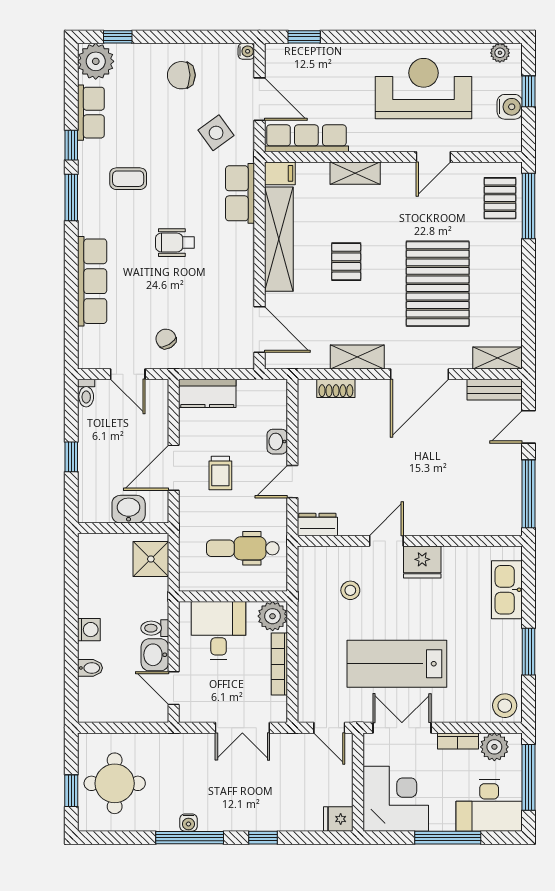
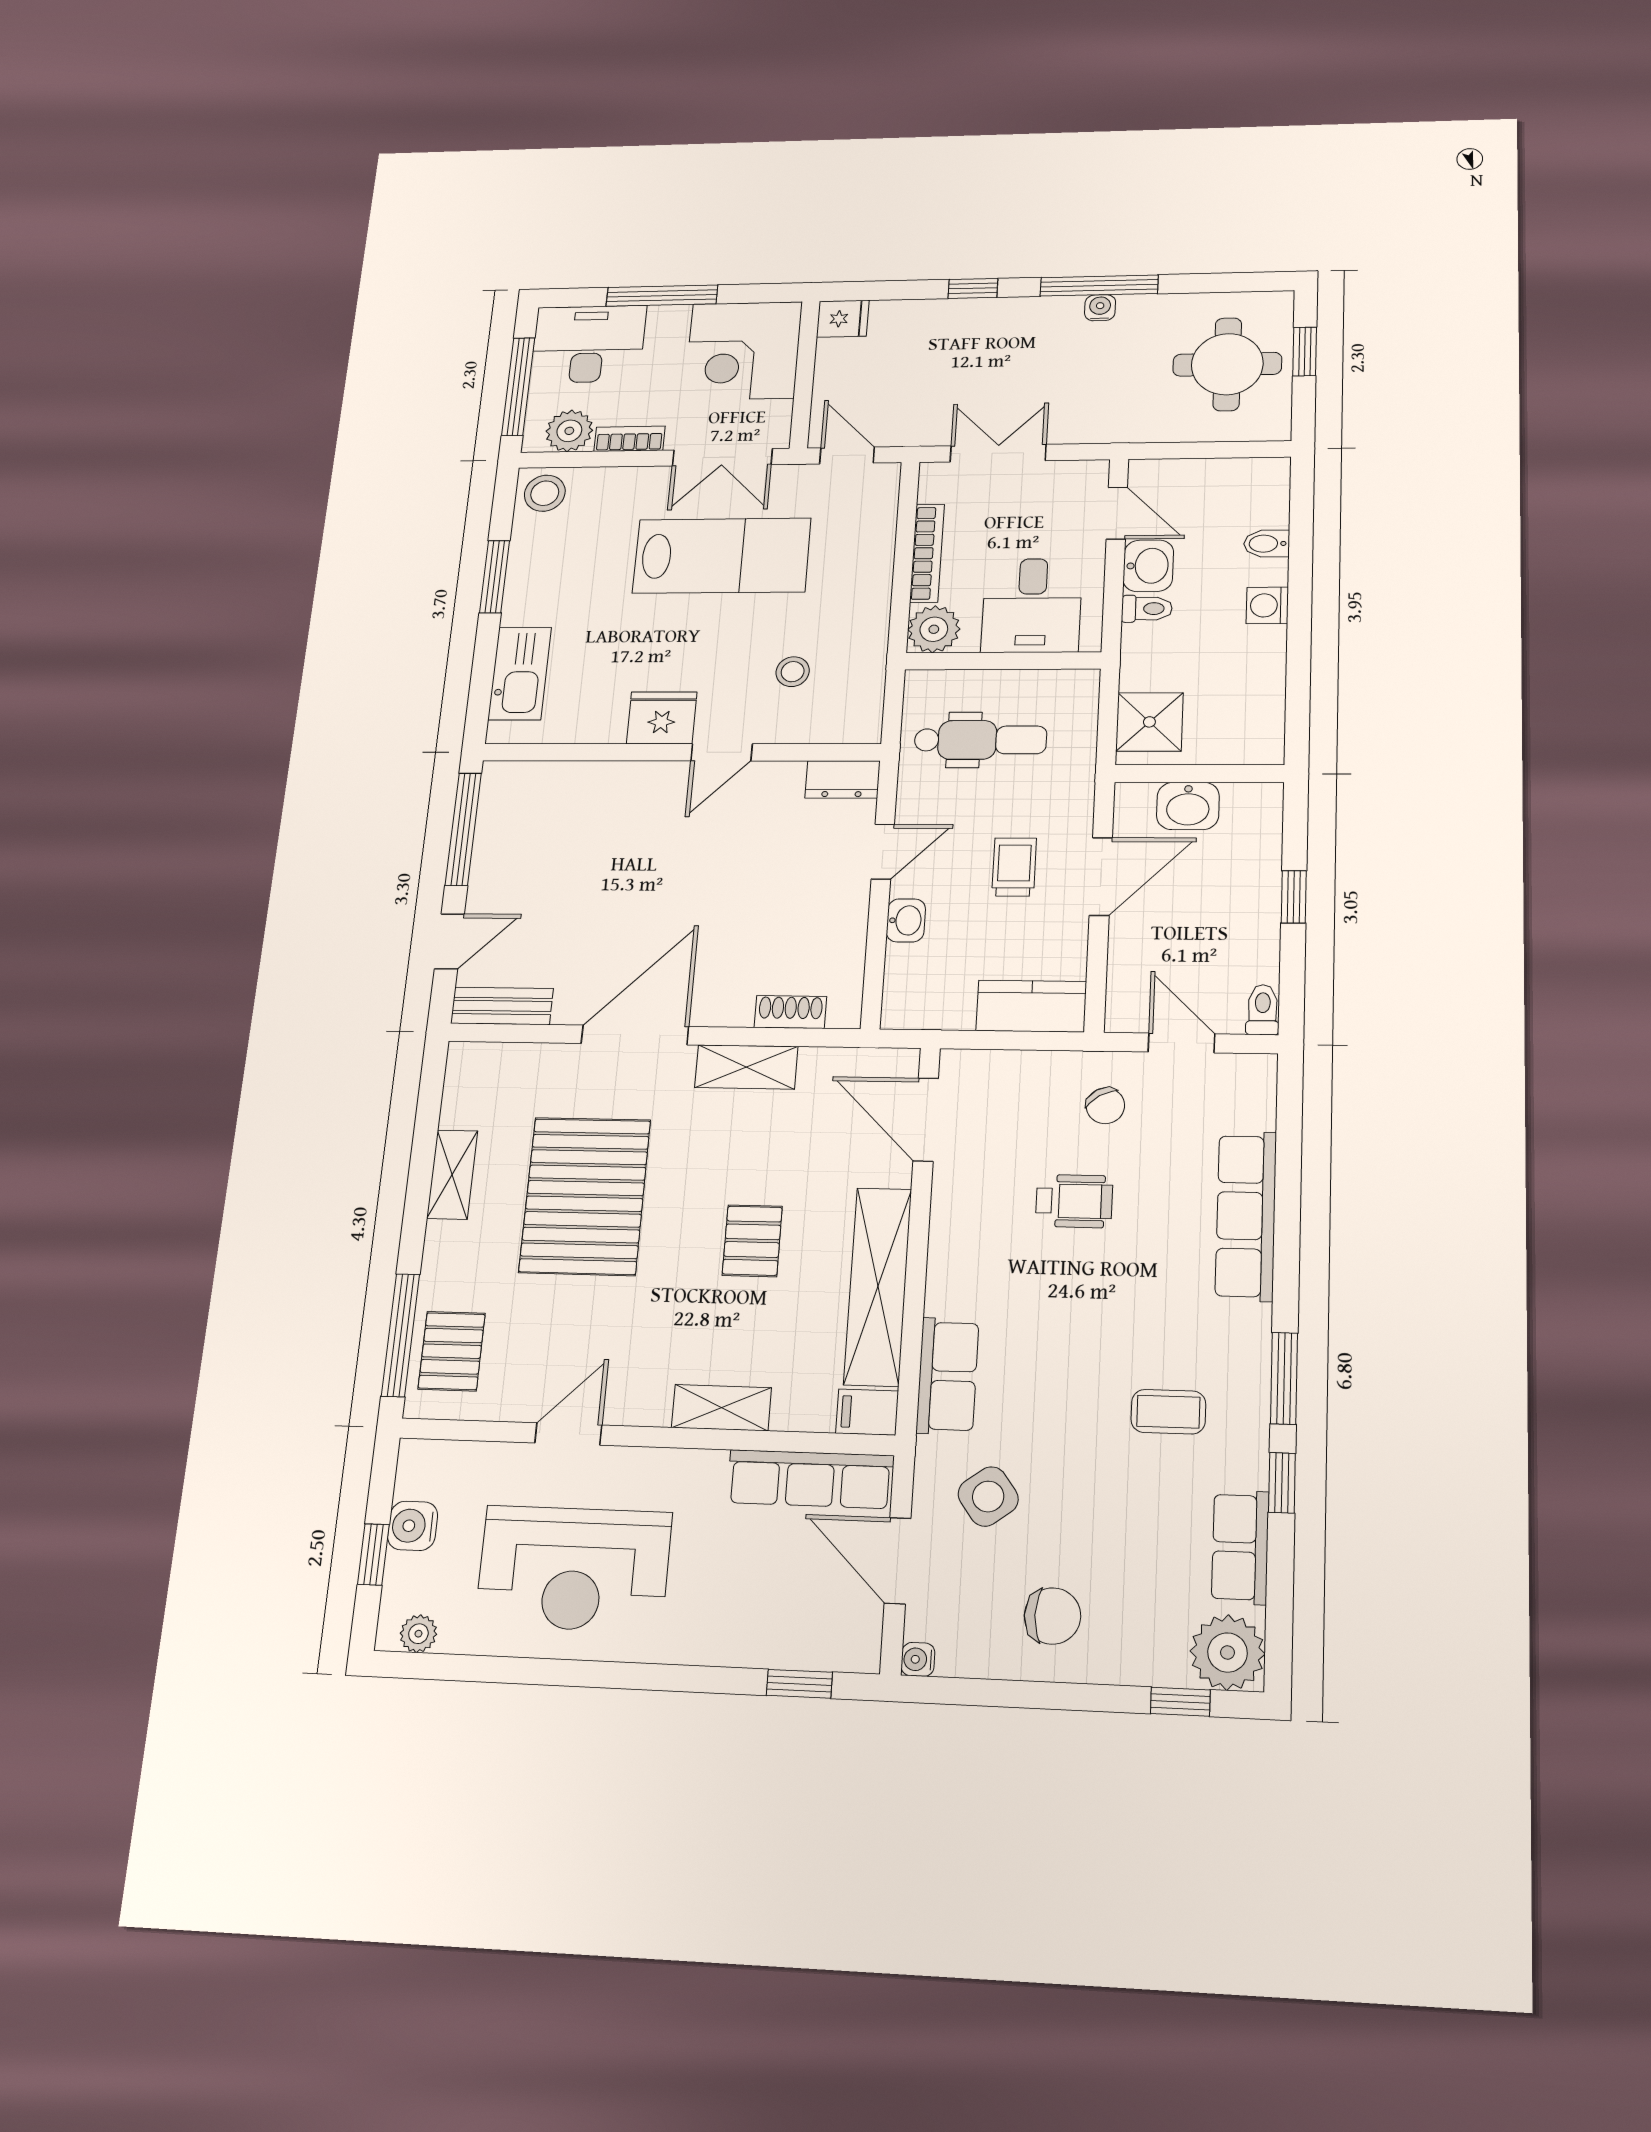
wheelchair: (175, 243) -> (1074, 1201), moved
shelving: (498, 358) -> (452, 1175), moved, turned 90

